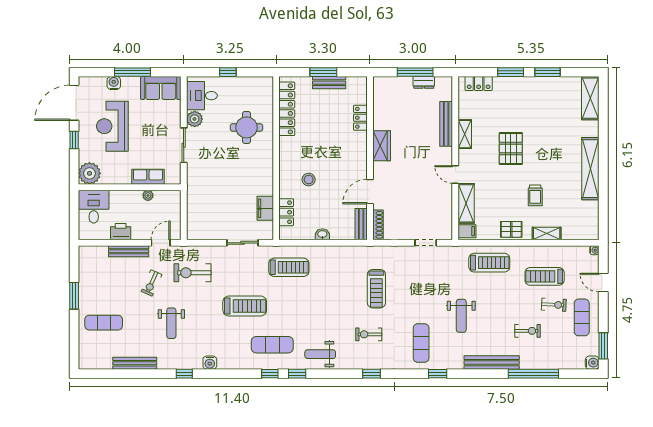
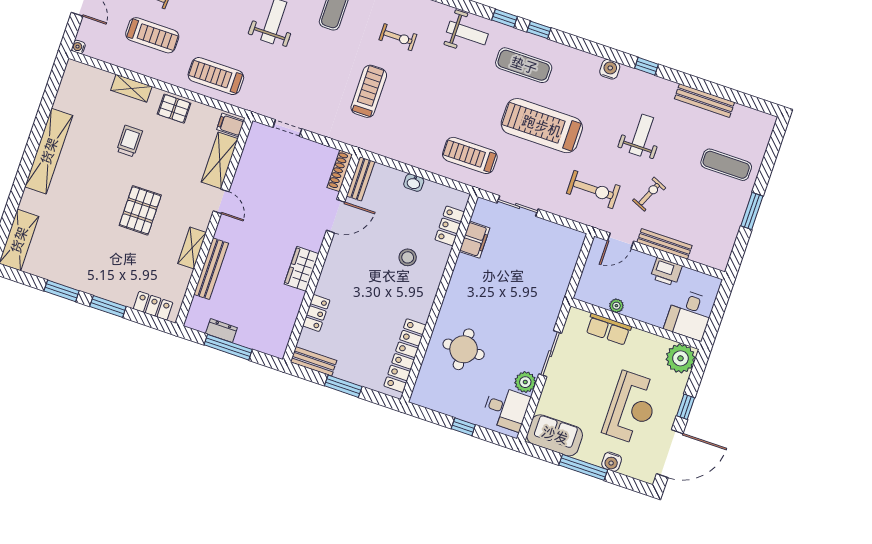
bench: (329, 83) -> (314, 361), moved
treadmill: (245, 306) -> (542, 126), width x1.37, depth x1.38

